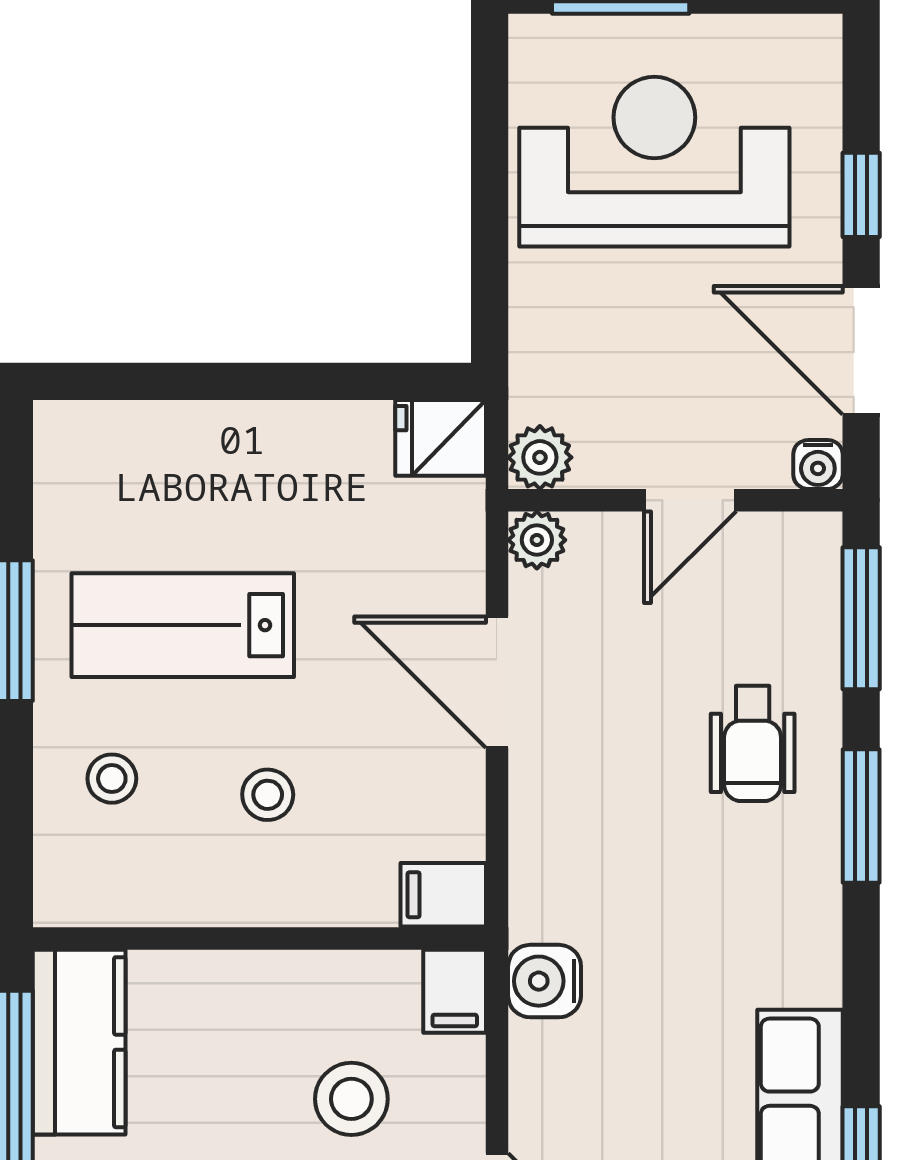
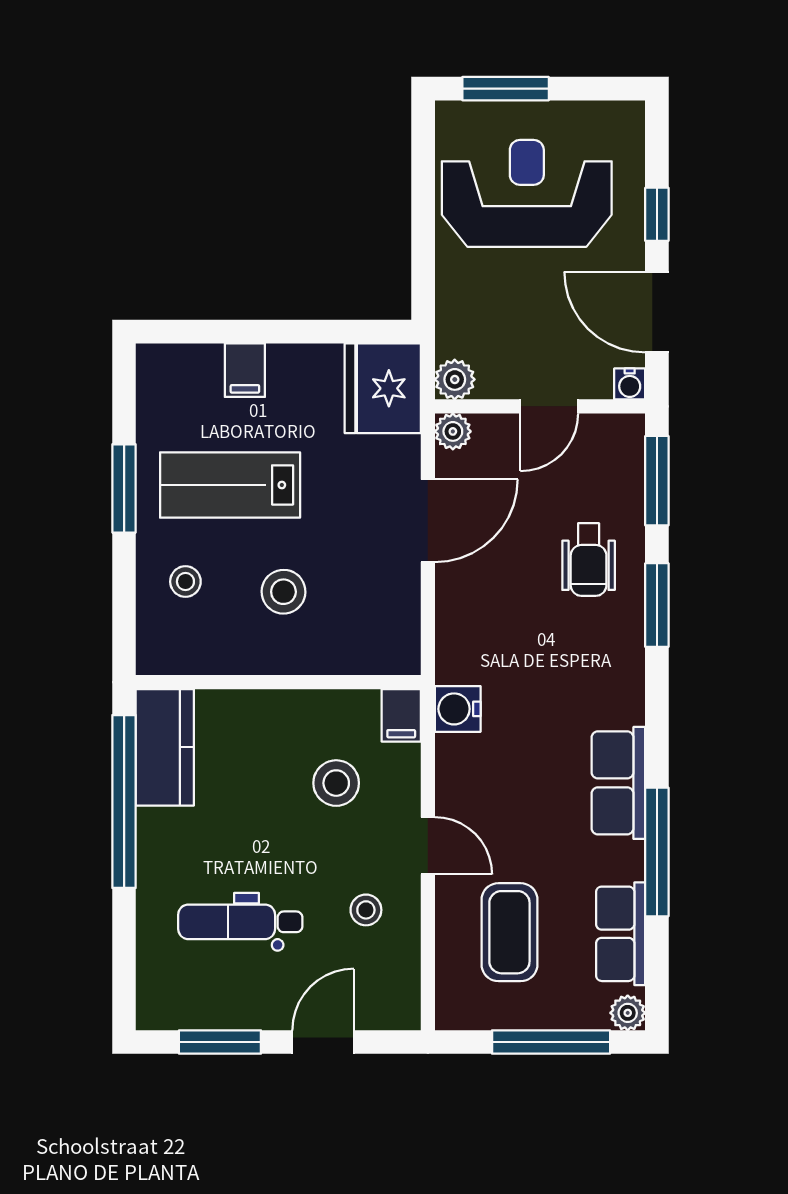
fridge: (441, 438) -> (383, 388), width x1.88, depth x1.34
door: (497, 682) -> (428, 521), swing flipped
stool: (268, 795) -> (283, 592), width x1.37, depth x1.37
filing cabinet: (443, 895) -> (245, 370), moved, turned -90

